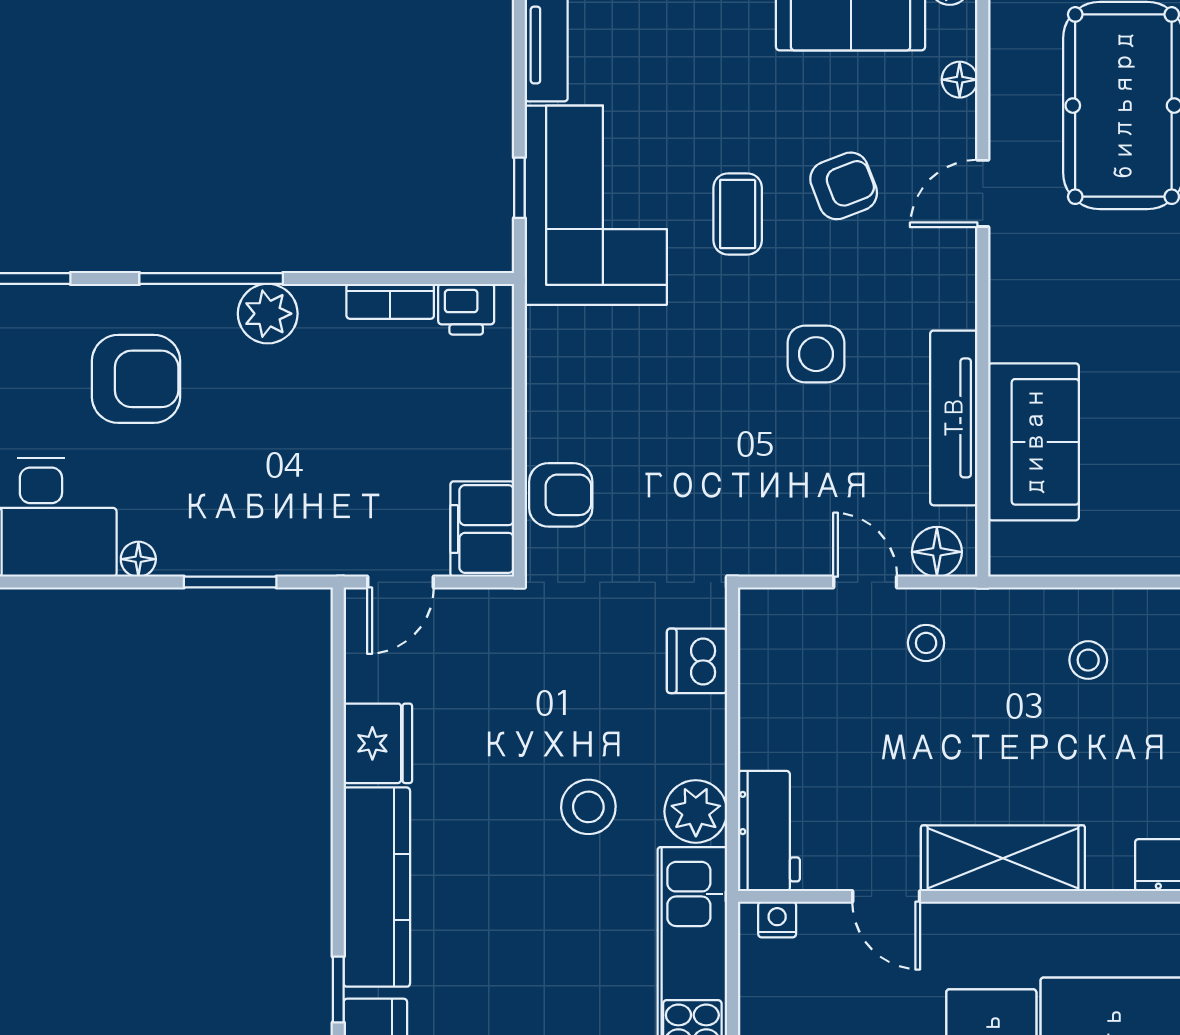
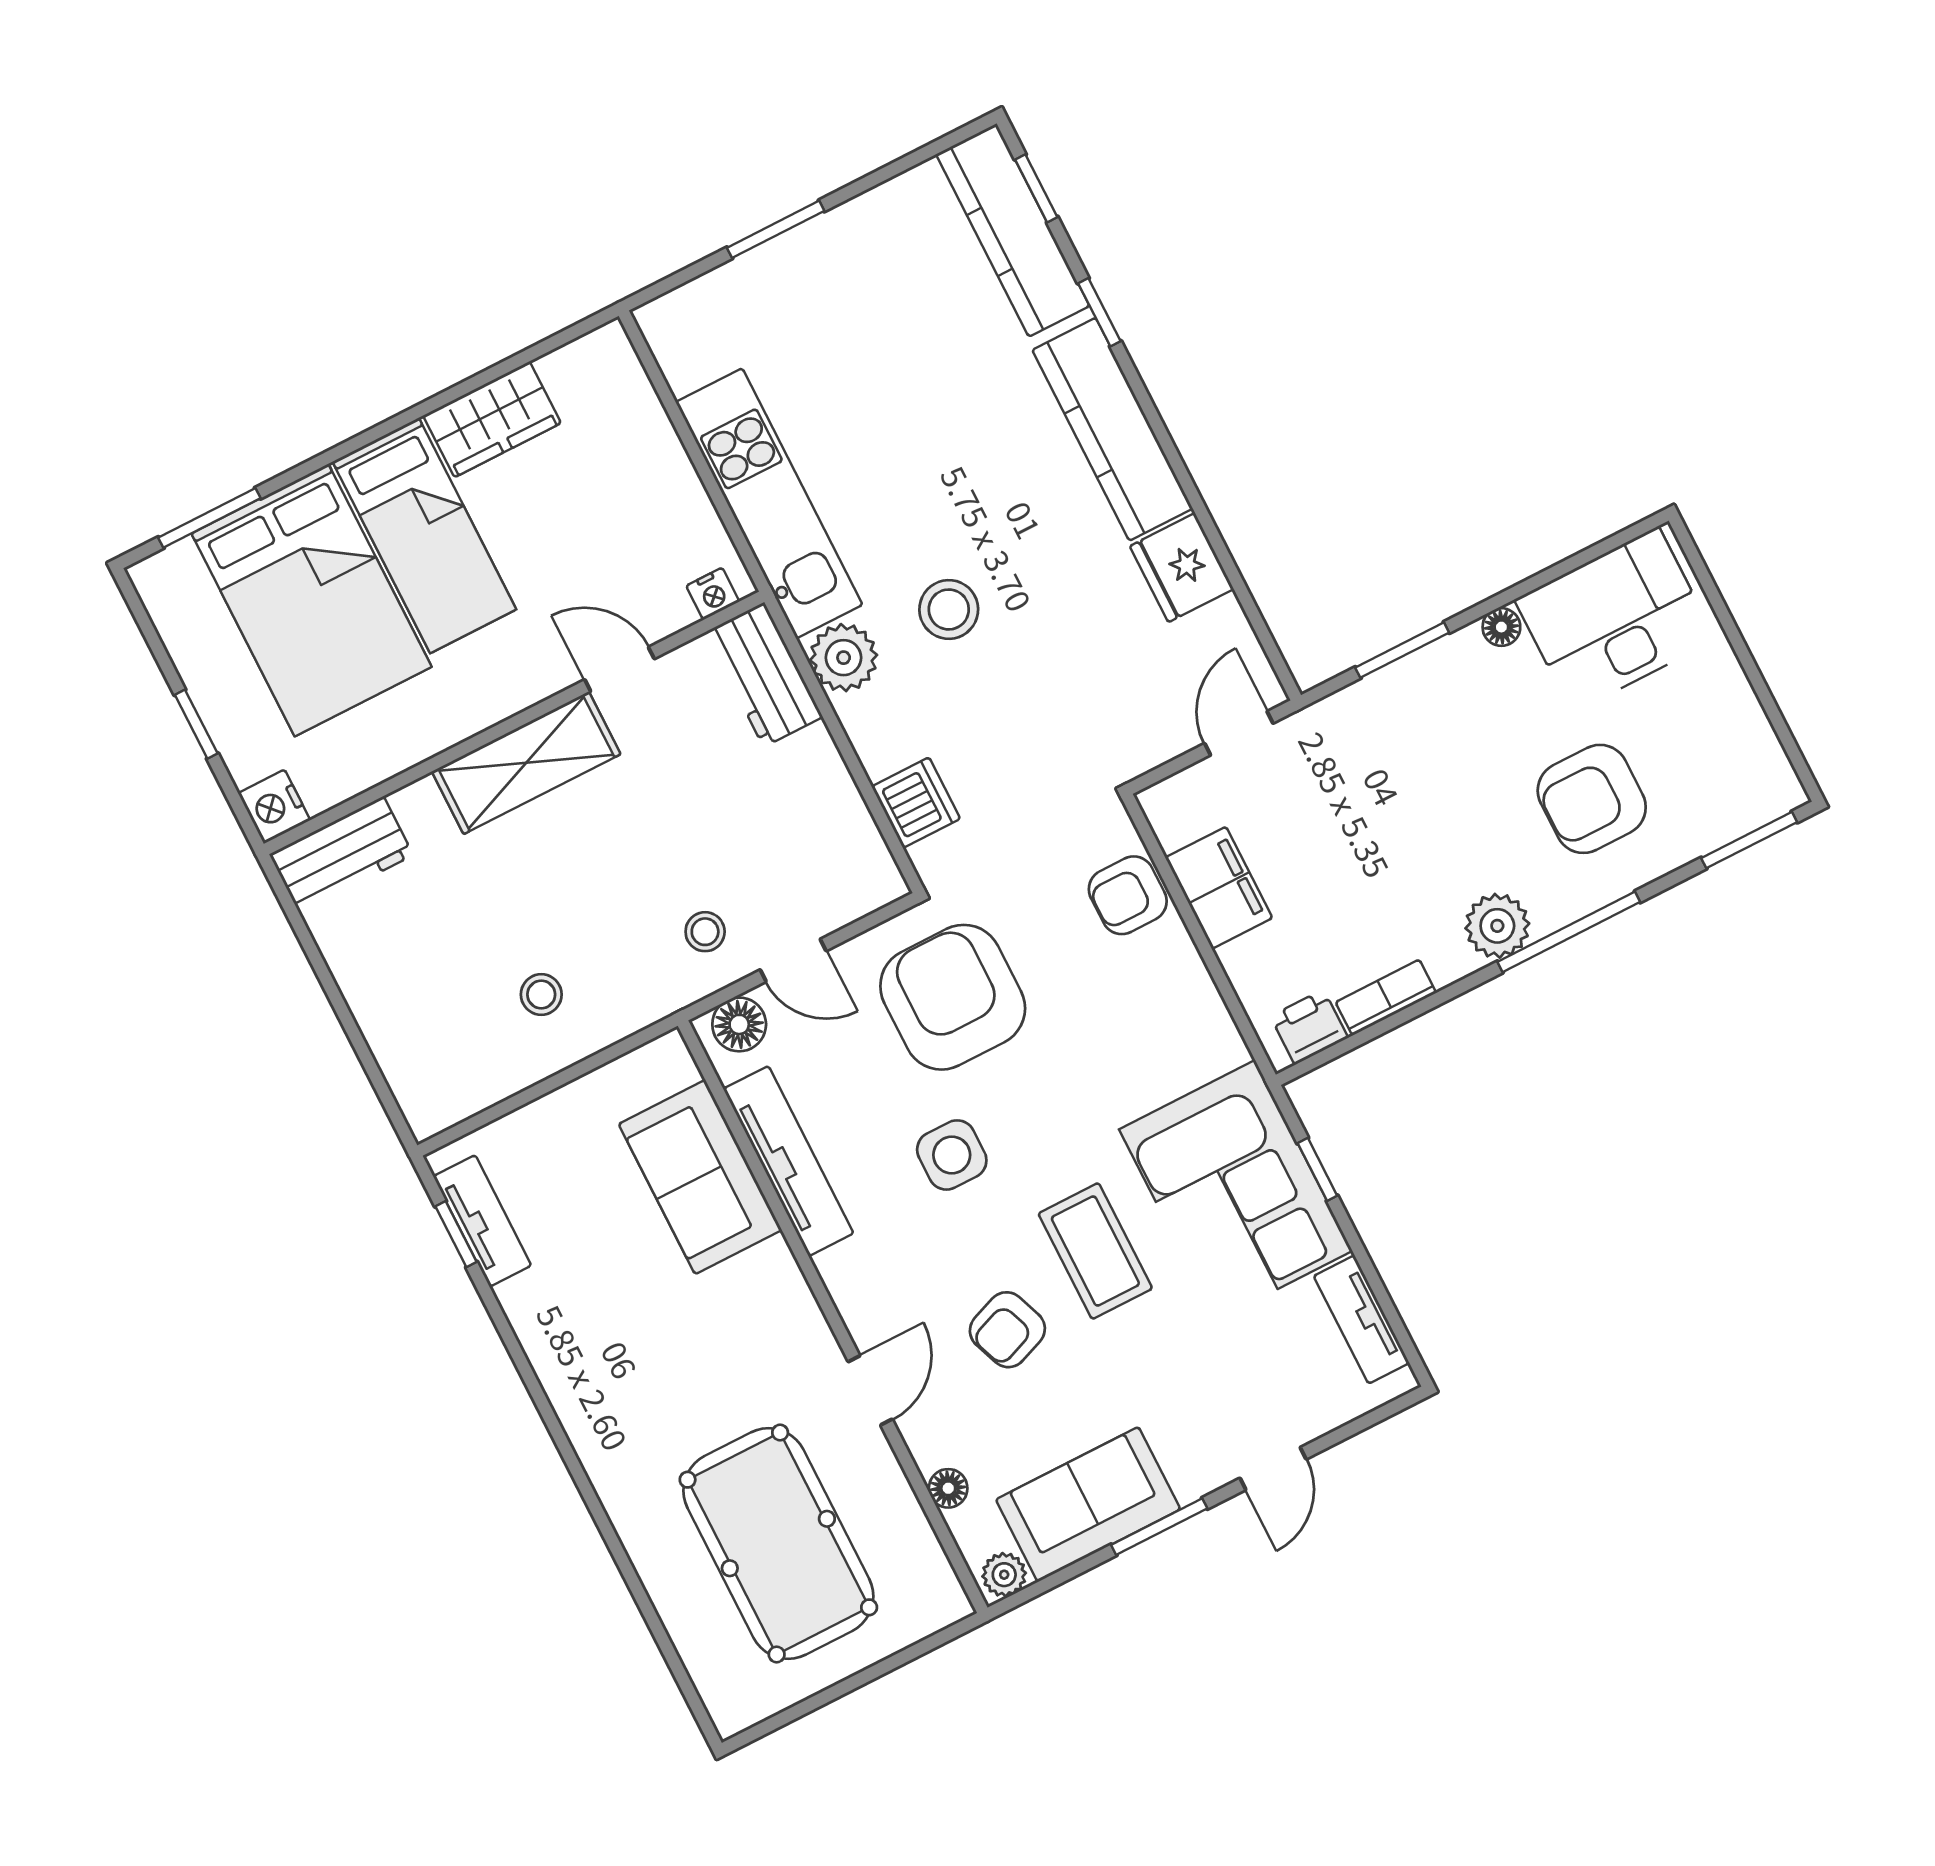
coffee table: (738, 214) -> (1095, 1251), width x1.36, depth x1.30
armchair: (749, 484) -> (953, 997), added
filing cabinet: (482, 529) -> (1219, 888), moved

